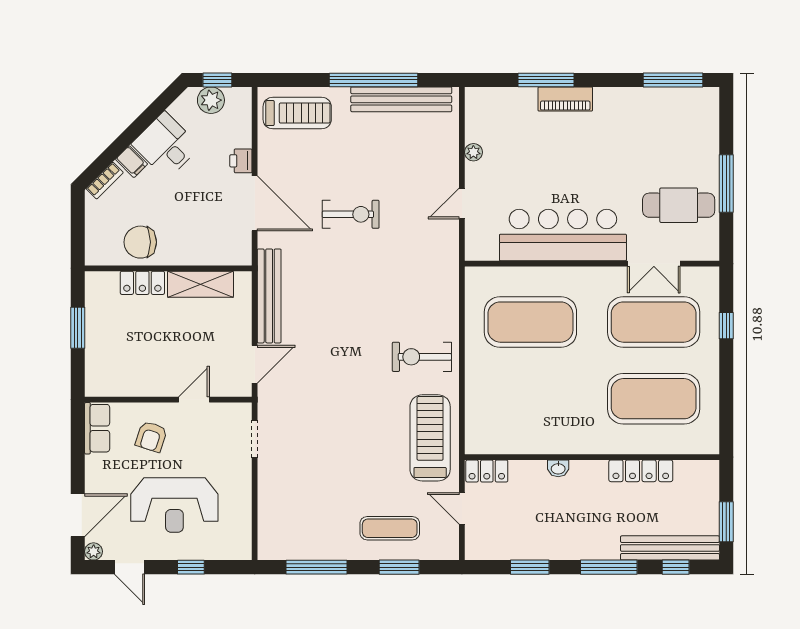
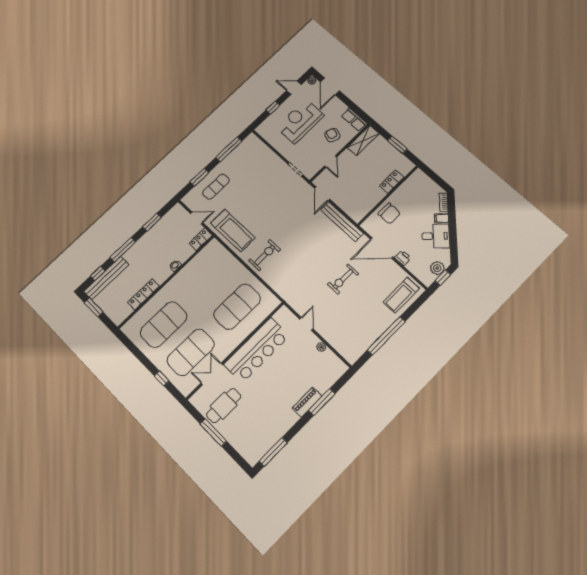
bench: (401, 99) -> (368, 339), removed
chair: (140, 242) -> (389, 214), moved, turned 90
shelving: (200, 284) -> (363, 141), moved

